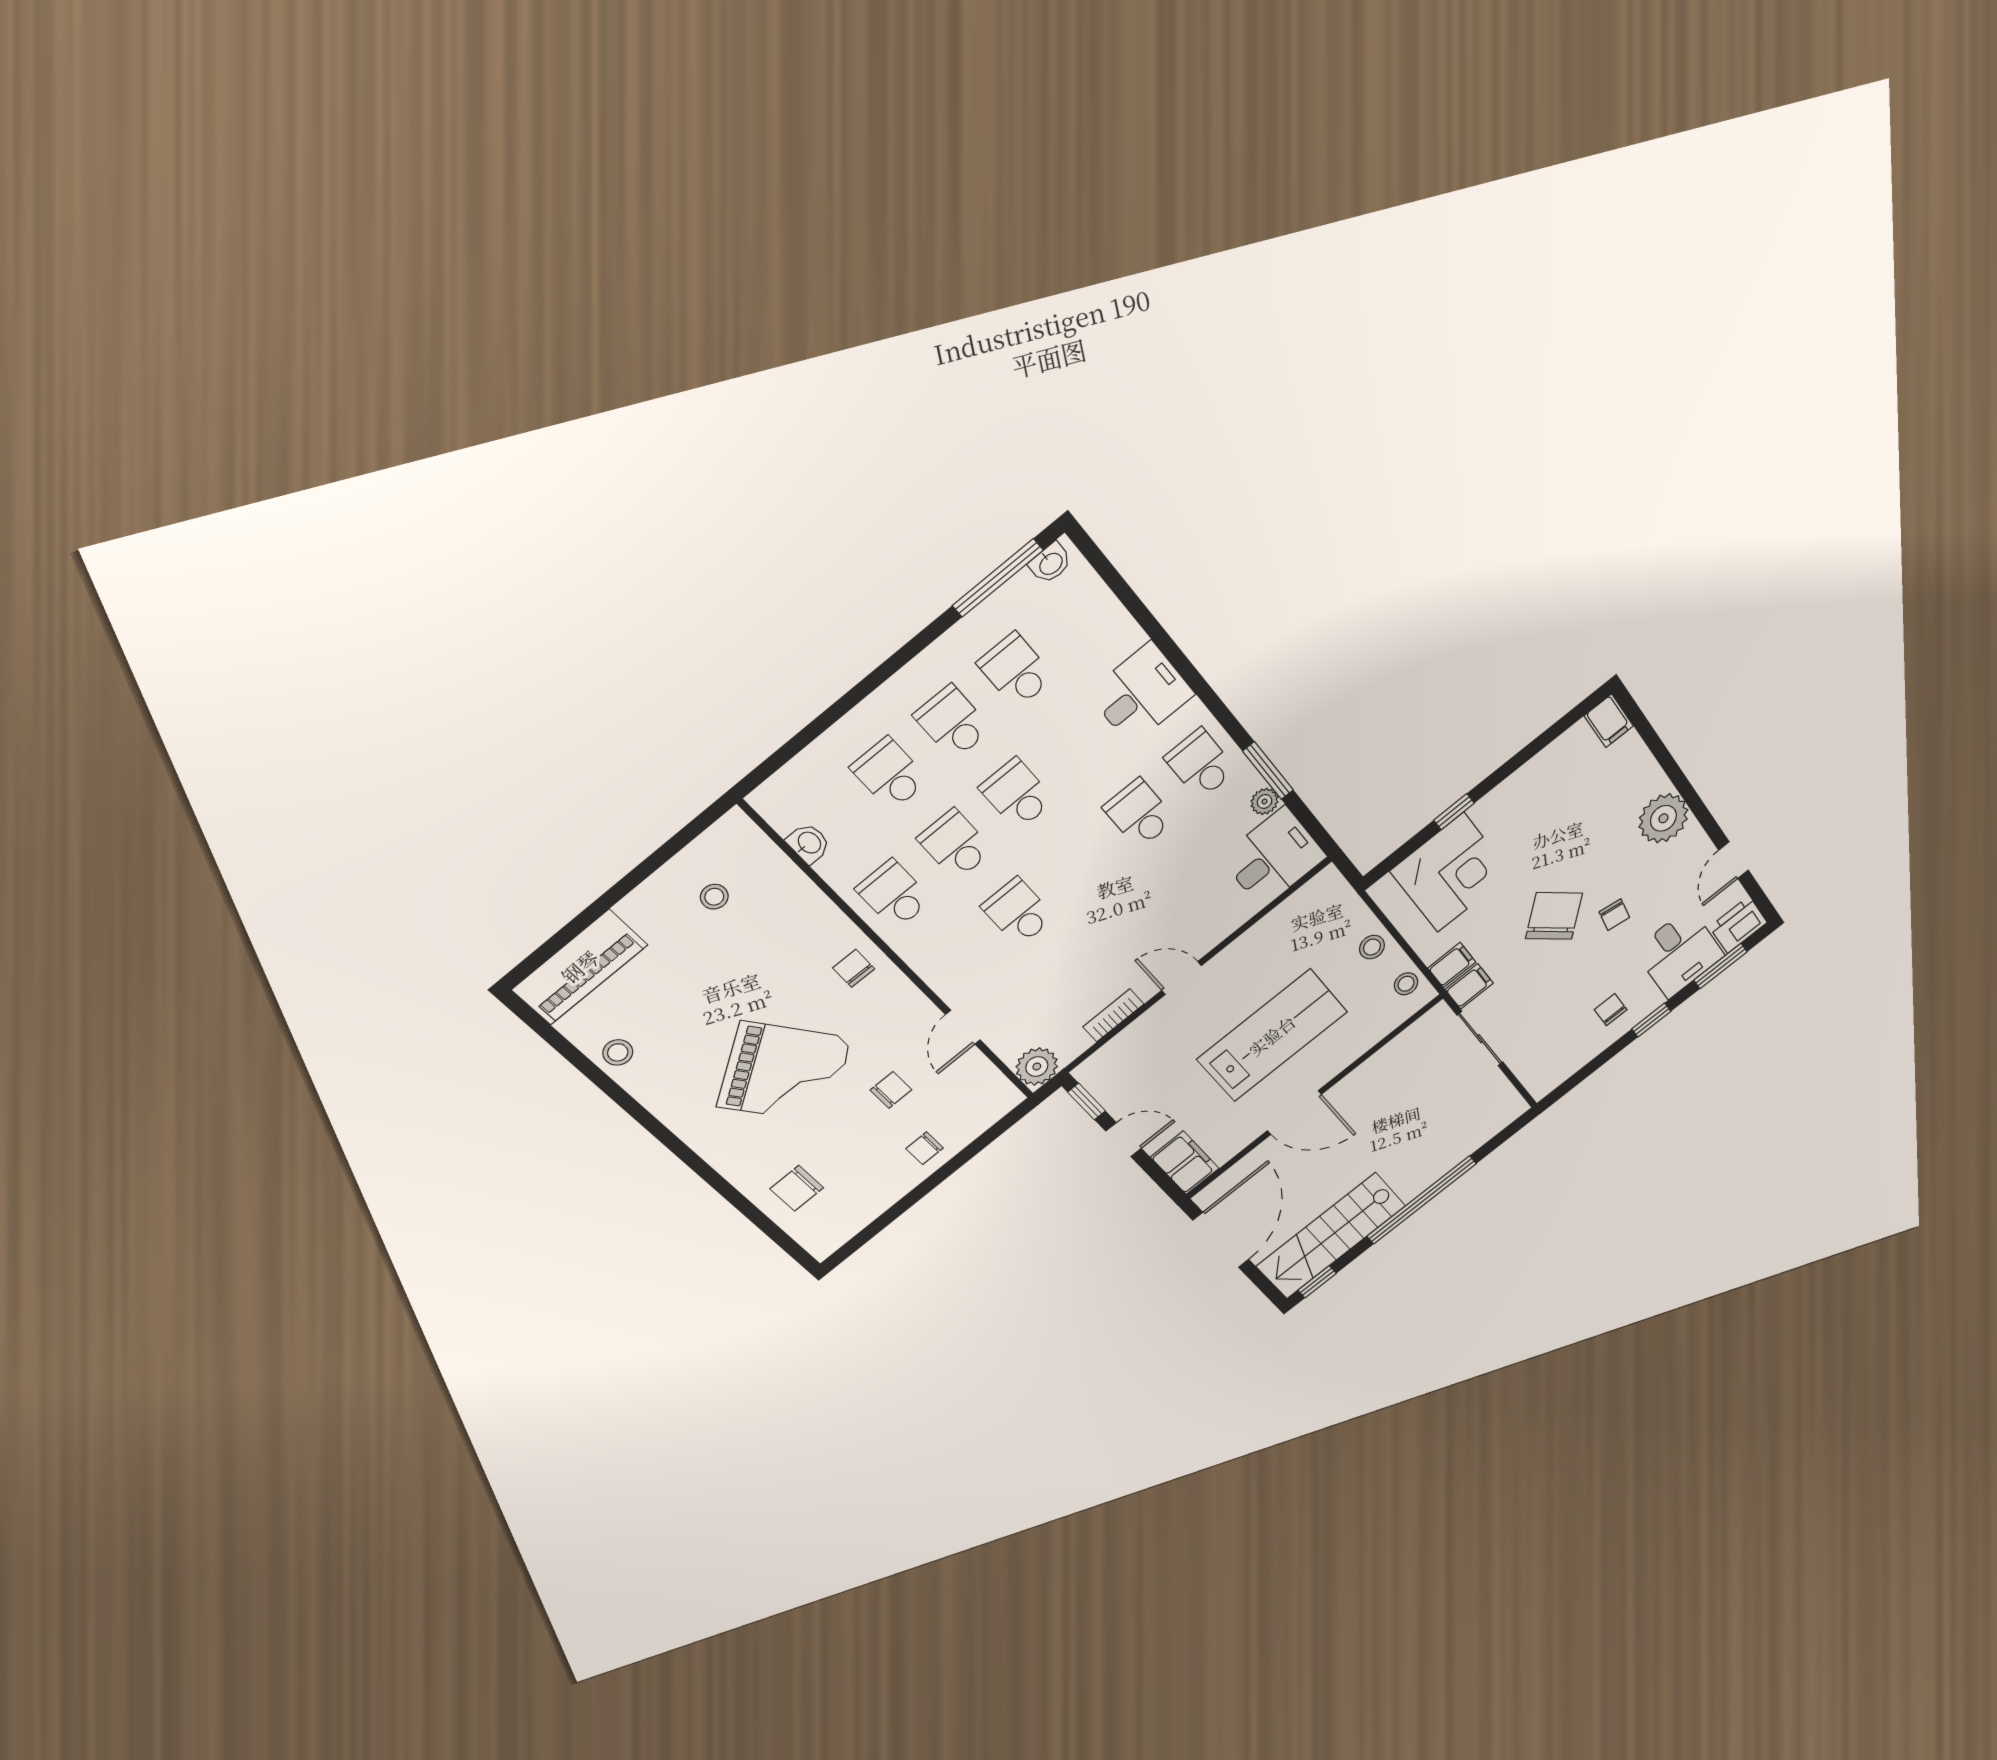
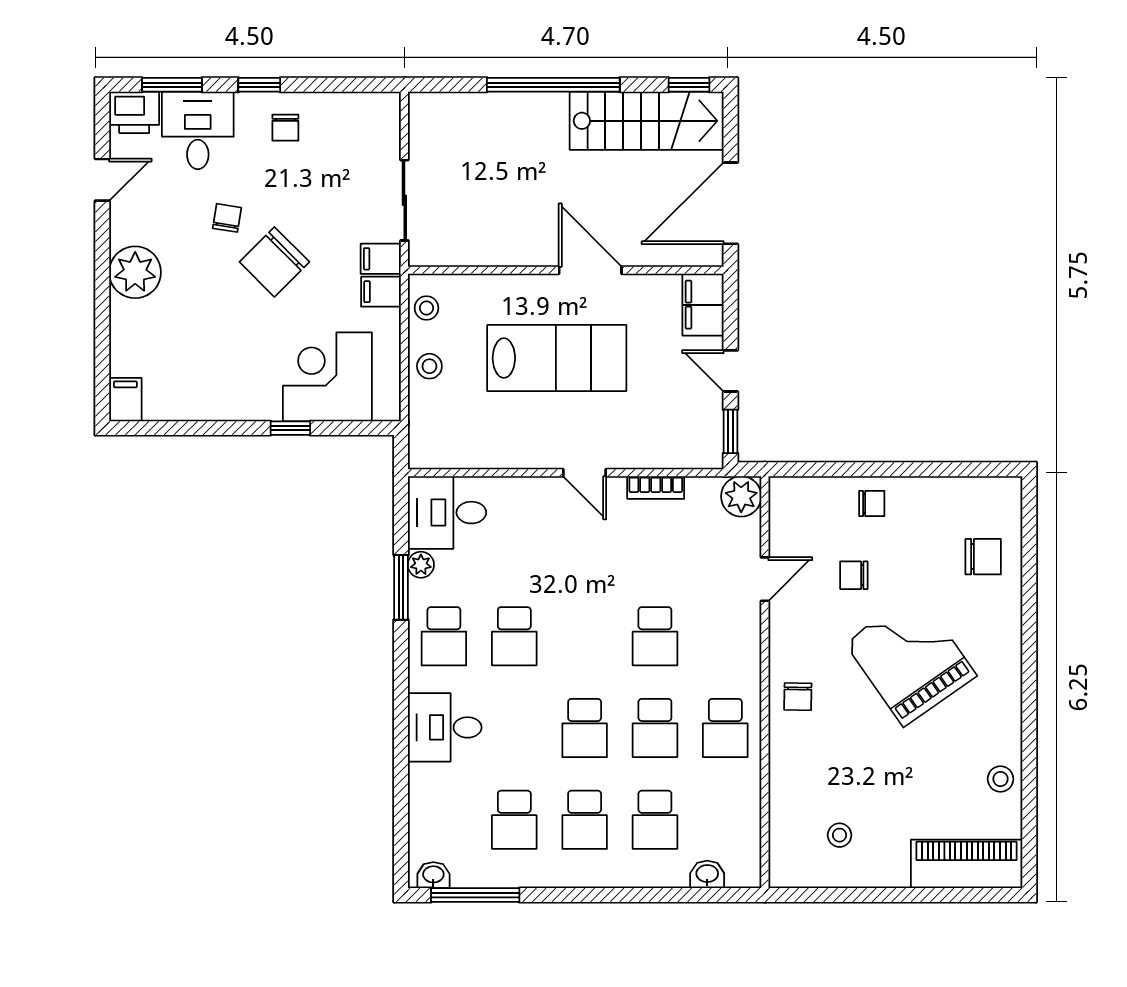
washbasin: (809, 843) -> (707, 874), moved, turned 90
lab bench: (1272, 1036) -> (557, 358), turned 180

